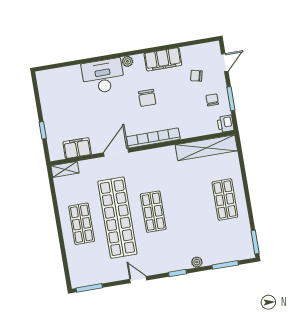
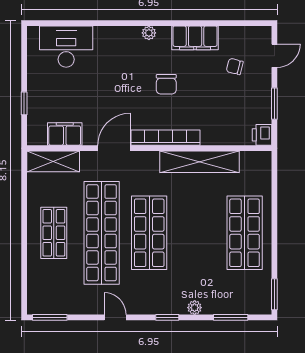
desk: (103, 76) -> (66, 47), moved
chair: (212, 100) -> (250, 101), removed
shelving: (206, 148) -> (200, 162), moved
shelving: (65, 169) -> (53, 161), width x1.50, depth x1.33
shop shelf: (225, 200) -> (245, 233), width x1.43, depth x1.36
shop shelf: (153, 212) -> (149, 233), width x1.43, depth x1.36

